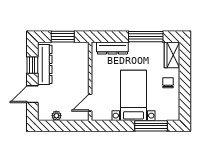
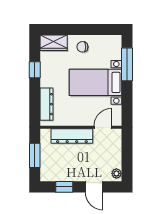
window: (146, 37) -> (35, 70), width x0.46
dresser: (45, 64) -> (72, 136), moved, turned 180
door: (90, 103) -> (103, 127), swing flipped
plant: (56, 116) -> (116, 173), moved

